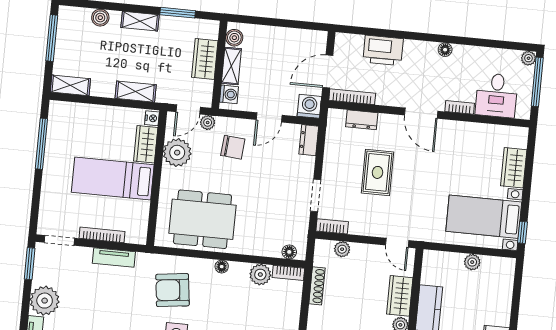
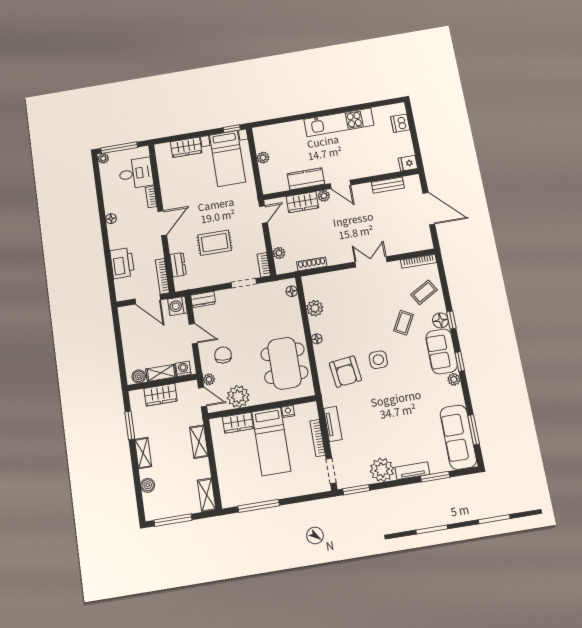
nightstand: (152, 118) -> (288, 411), moved
bookcase: (288, 273) -> (308, 288), removed

